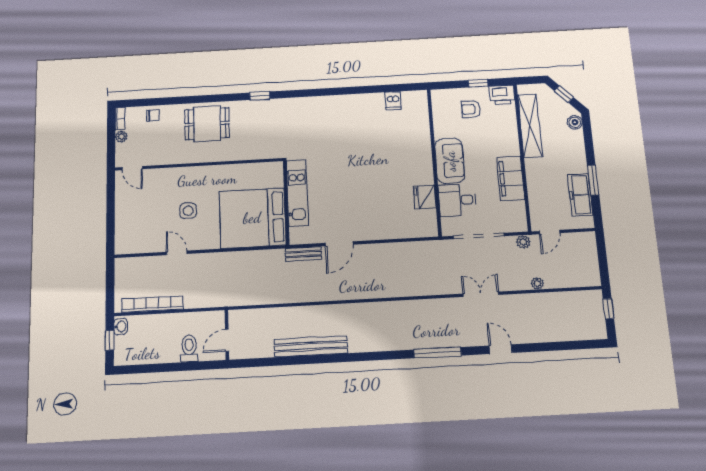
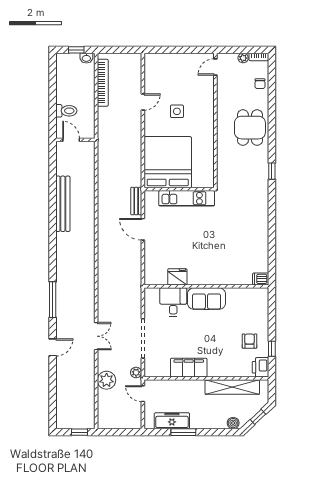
sofa: (450, 161) -> (206, 299), moved
wall: (434, 162) -> (206, 286), moved
fridge: (425, 197) -> (177, 277), moved
desk: (457, 200) -> (173, 302), moved
plant: (537, 283) -> (107, 380), width x1.88, depth x1.88

